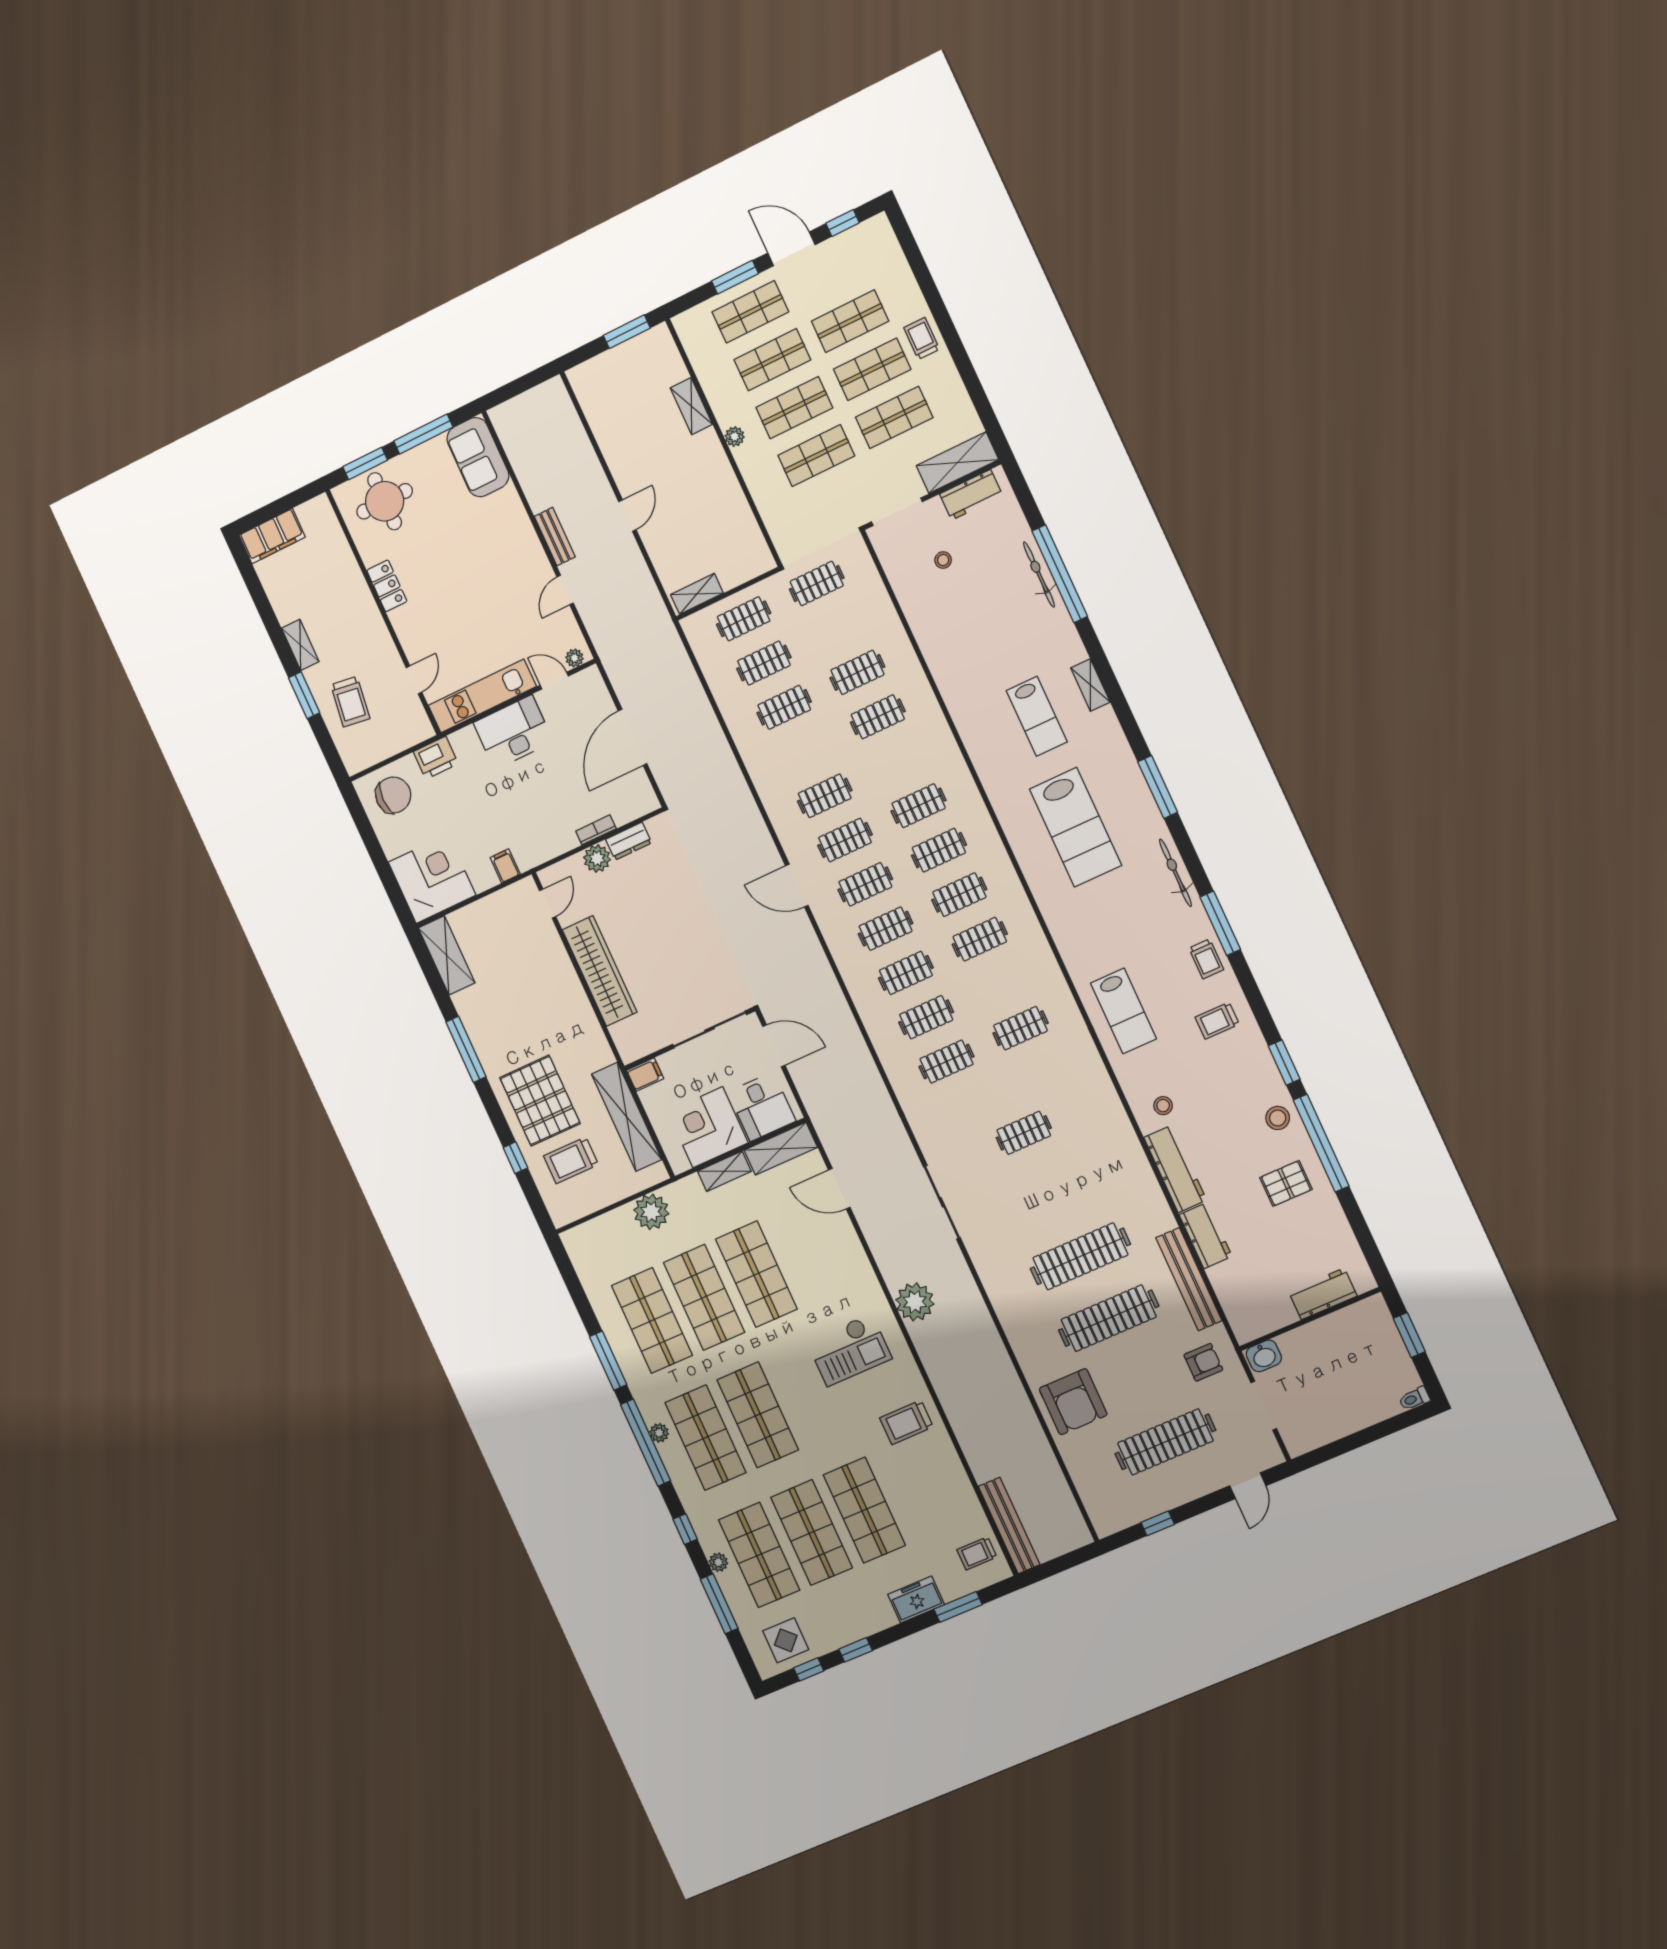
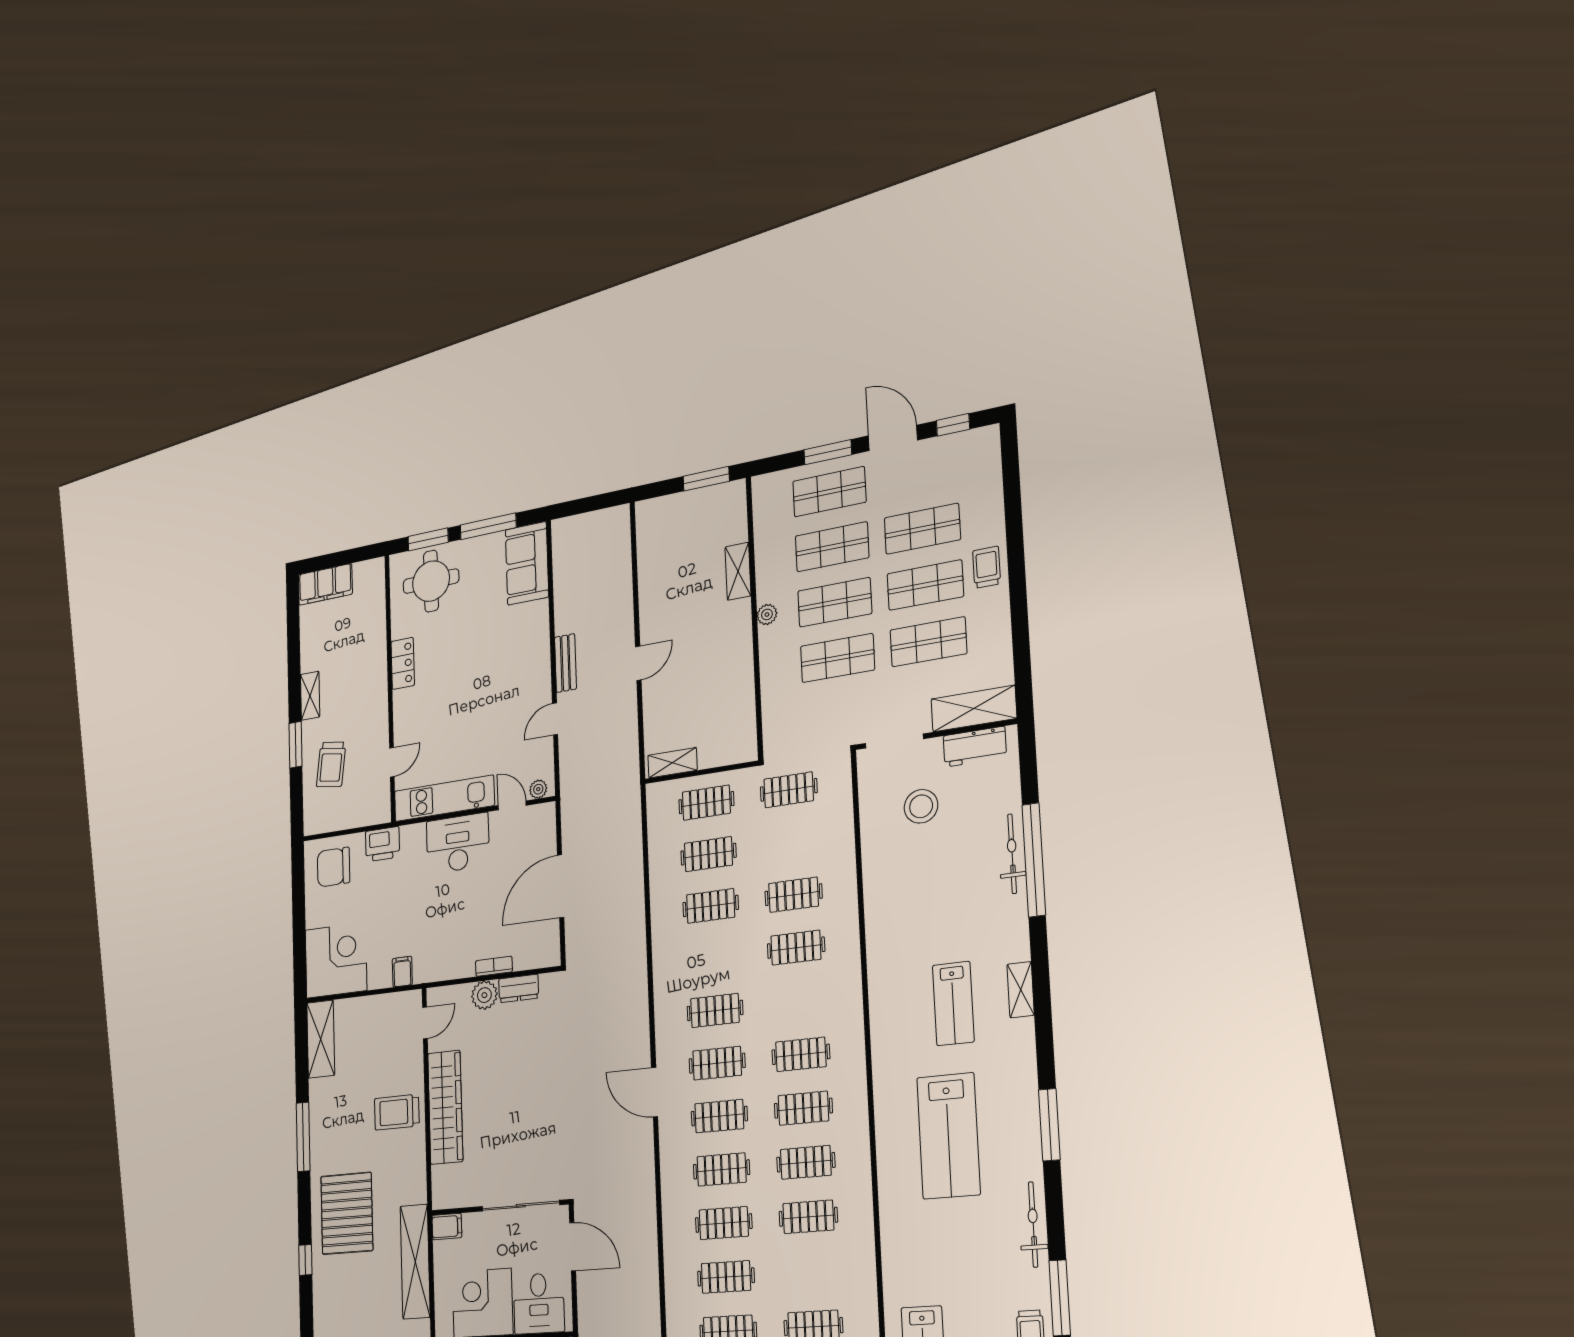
stool: (943, 560) -> (921, 806), width x1.89, depth x1.89
chair: (393, 795) -> (334, 867), turned 180
trolley: (571, 1160) -> (397, 1112), moved

